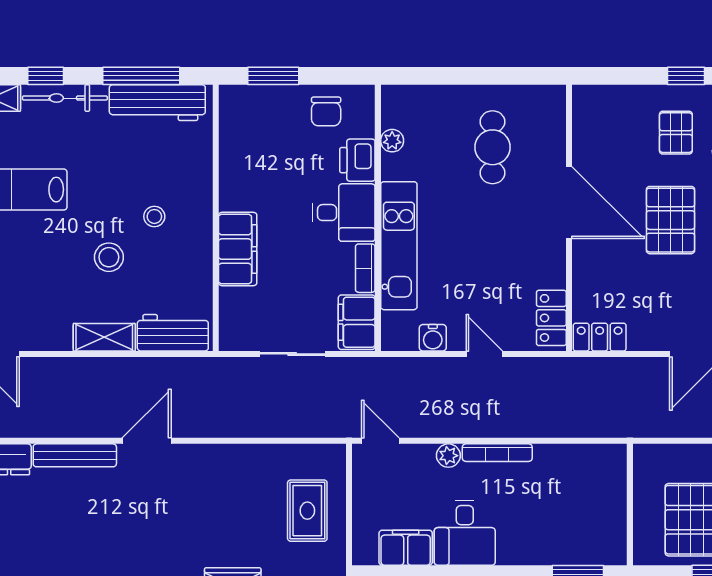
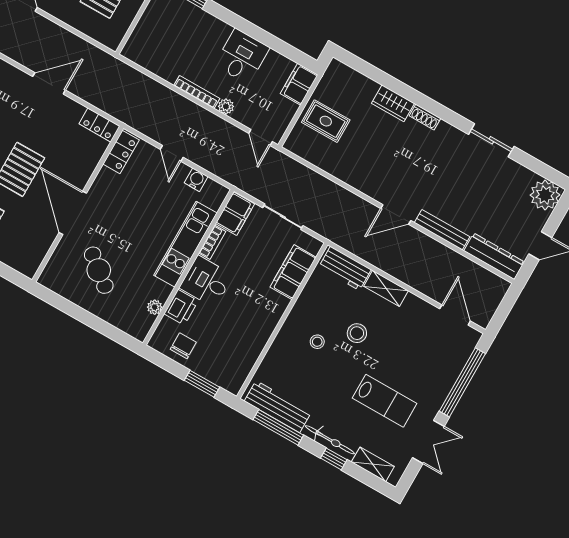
cafe table: (493, 147) -> (99, 270), turned -51
filing cabinet: (238, 249) -> (293, 272), moved
rug: (307, 511) -> (326, 121), turned 90
filing cabinet: (406, 548) -> (299, 84), moved, turned 90

